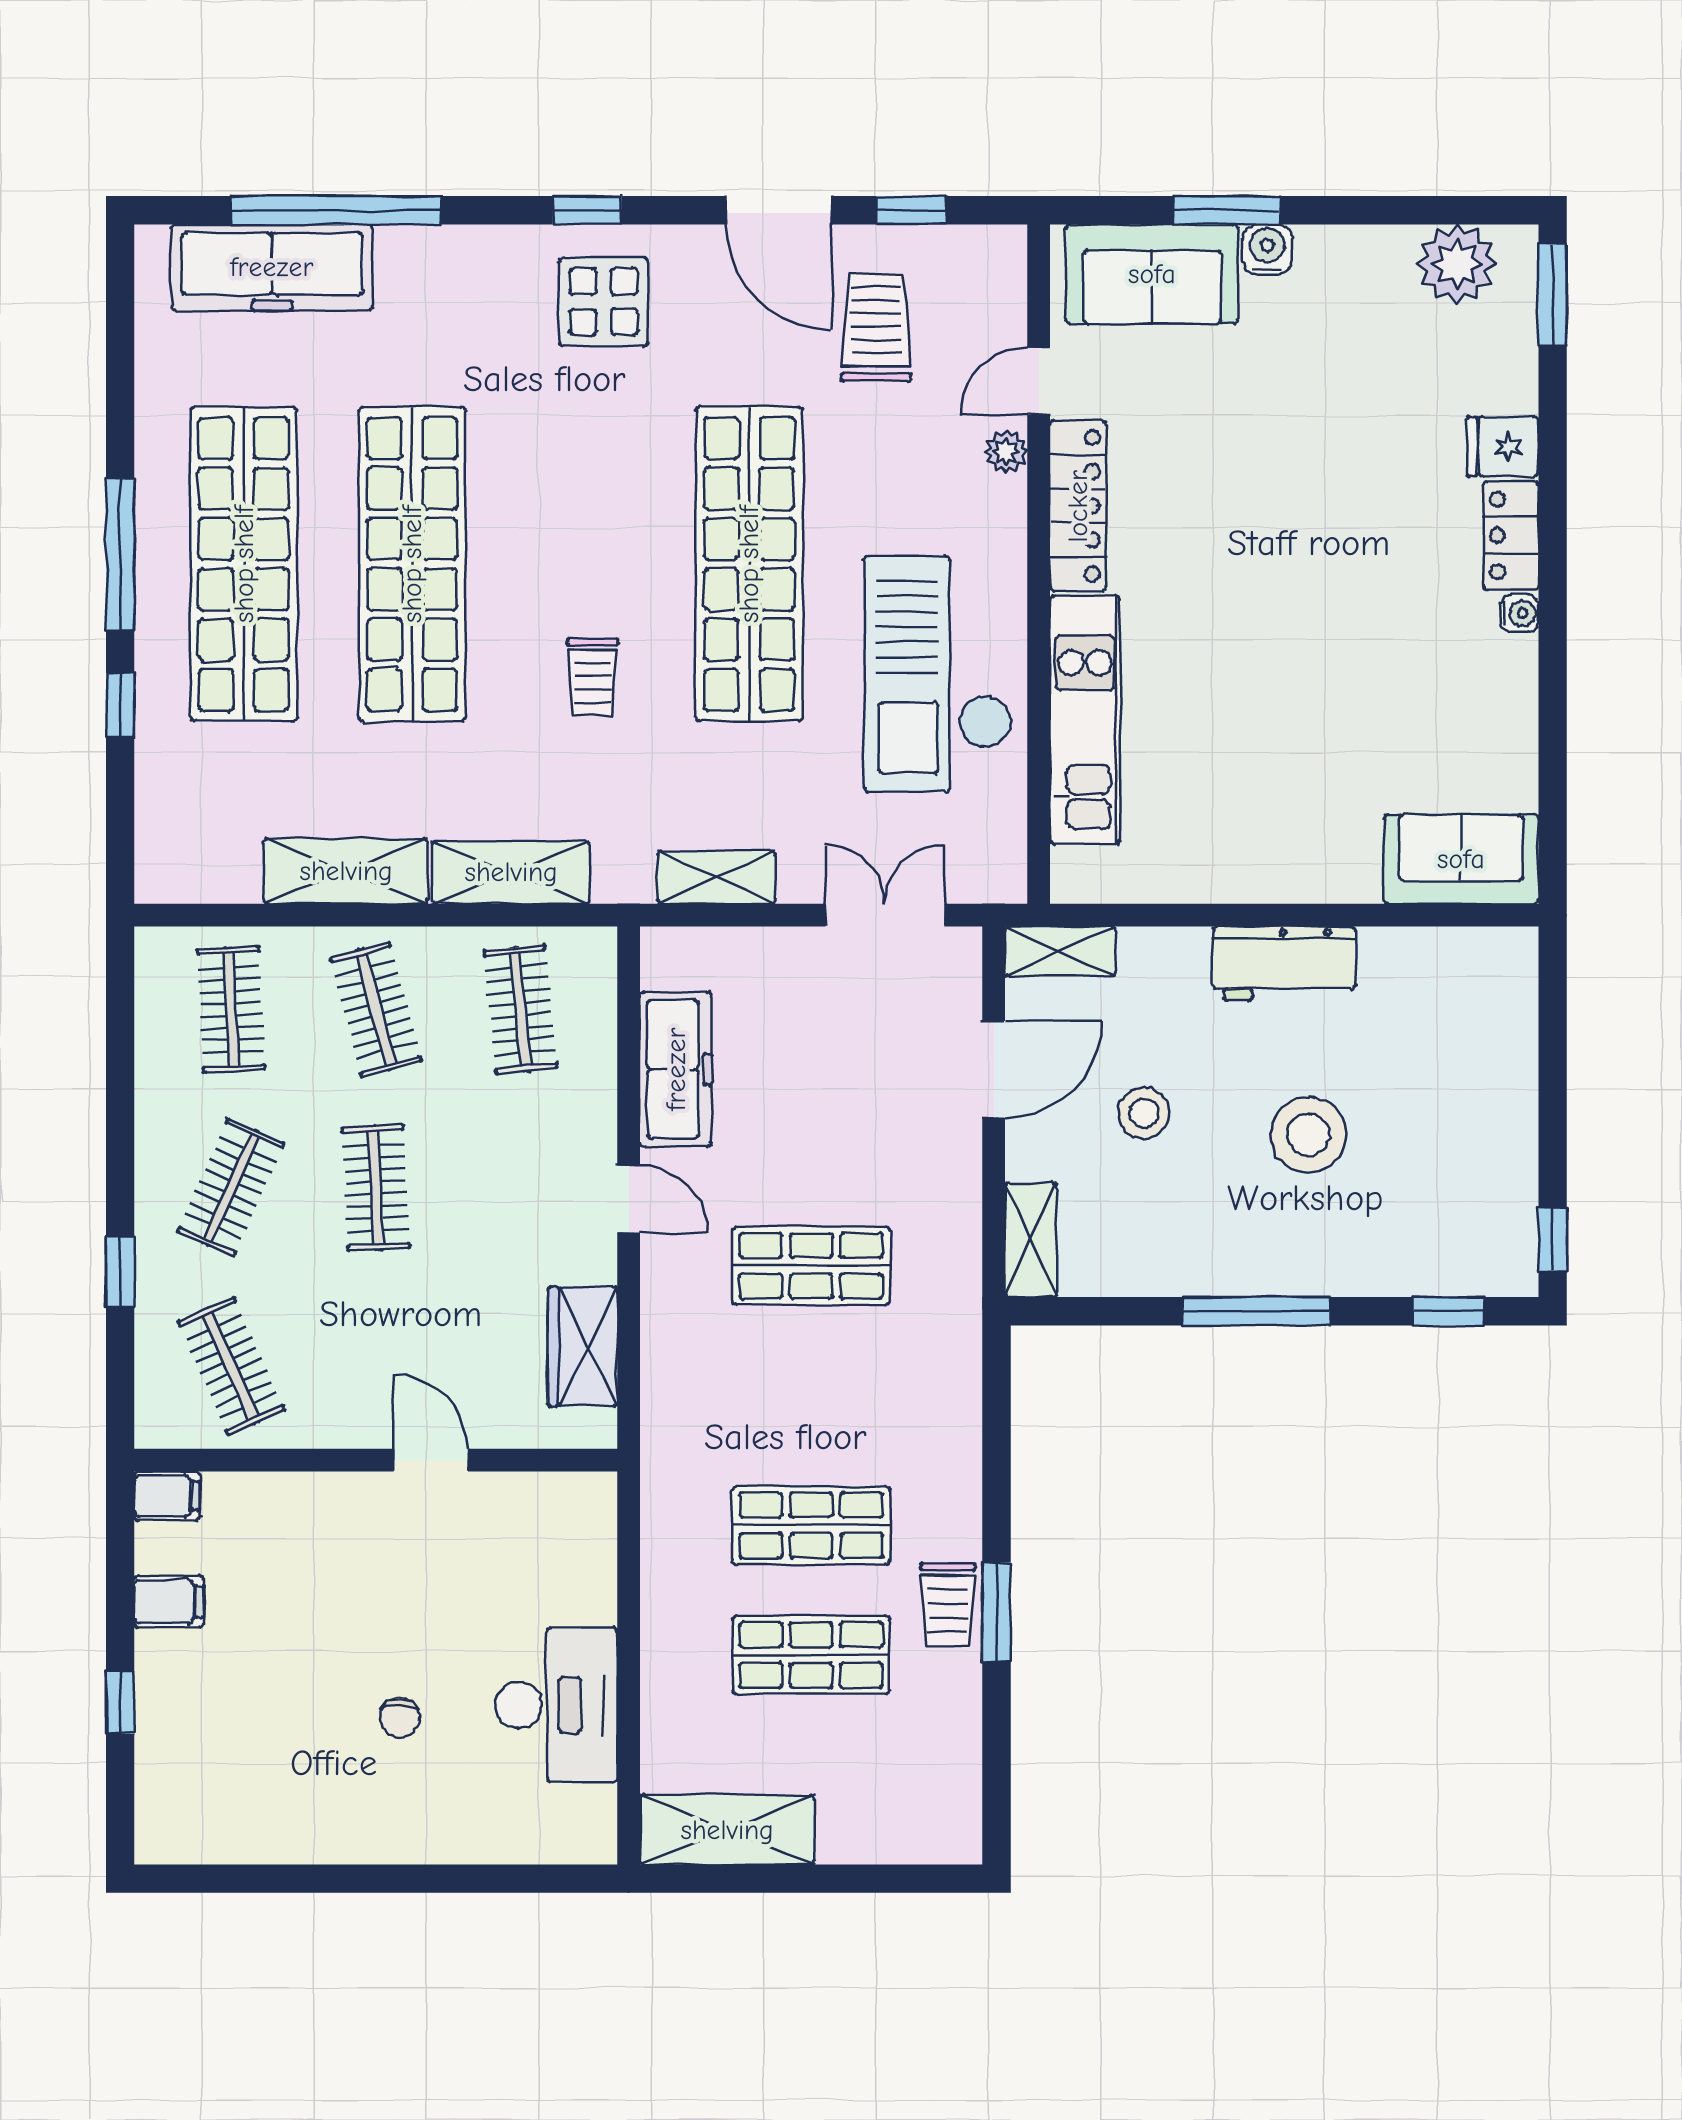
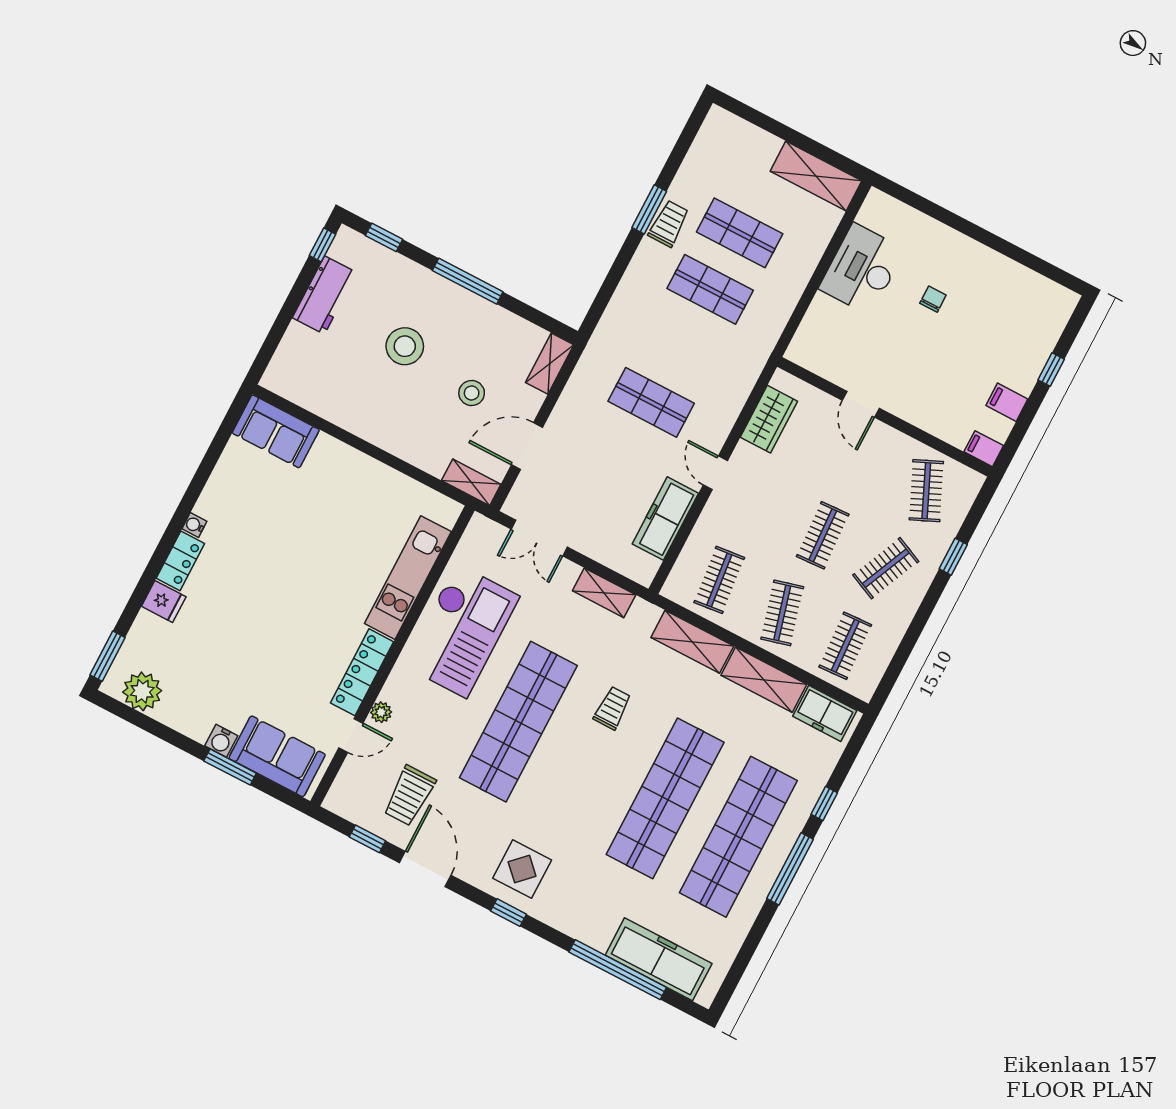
freezer: (204, 868) -> (825, 713), added
workbench: (1284, 963) -> (325, 295), moved, turned 90

